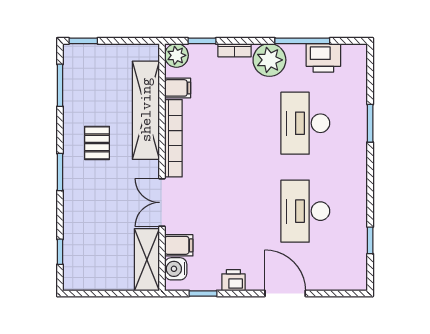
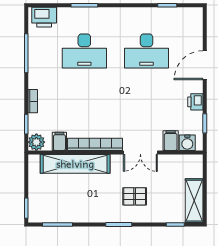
printer: (323, 58) -> (44, 17), moved, turned 90
plant: (269, 60) -> (40, 76), removed
pallet: (97, 143) -> (135, 196), moved
shelving: (147, 260) -> (194, 201), moved, turned 90

